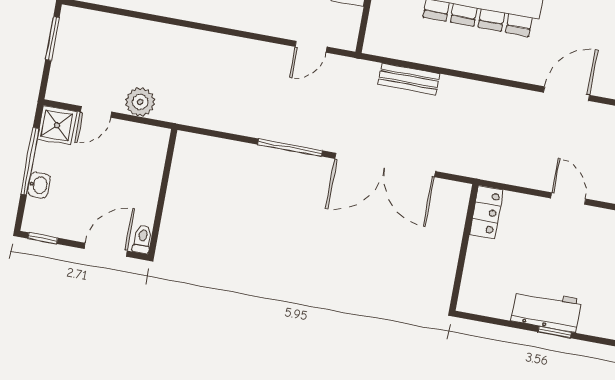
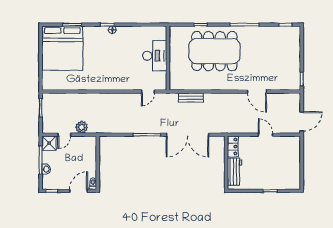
door: (566, 94) -> (257, 92), swing flipped
workbench: (546, 310) -> (235, 172), moved, turned 90

